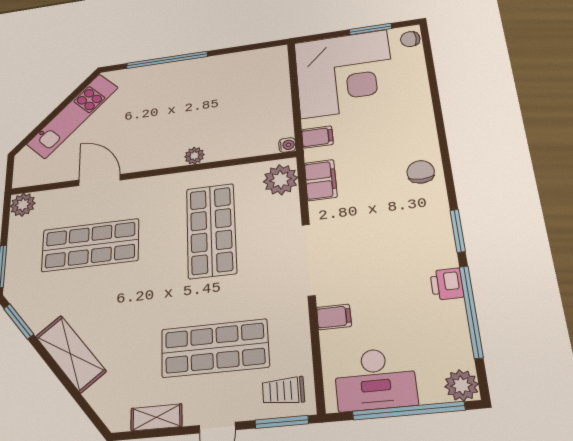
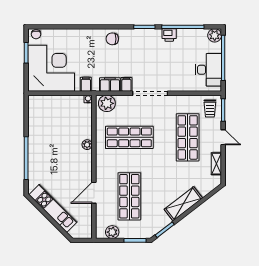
plant: (23, 205) -> (112, 232), moved
filing cabinet: (334, 317) -> (126, 84), moved

